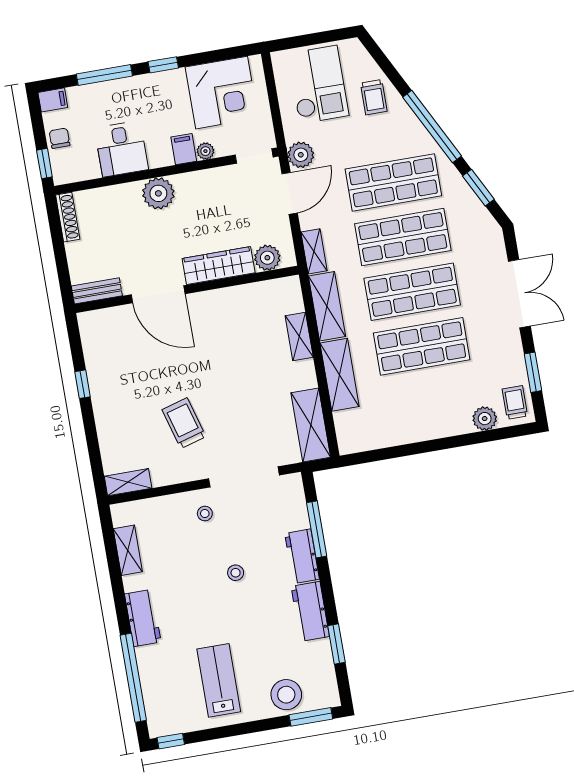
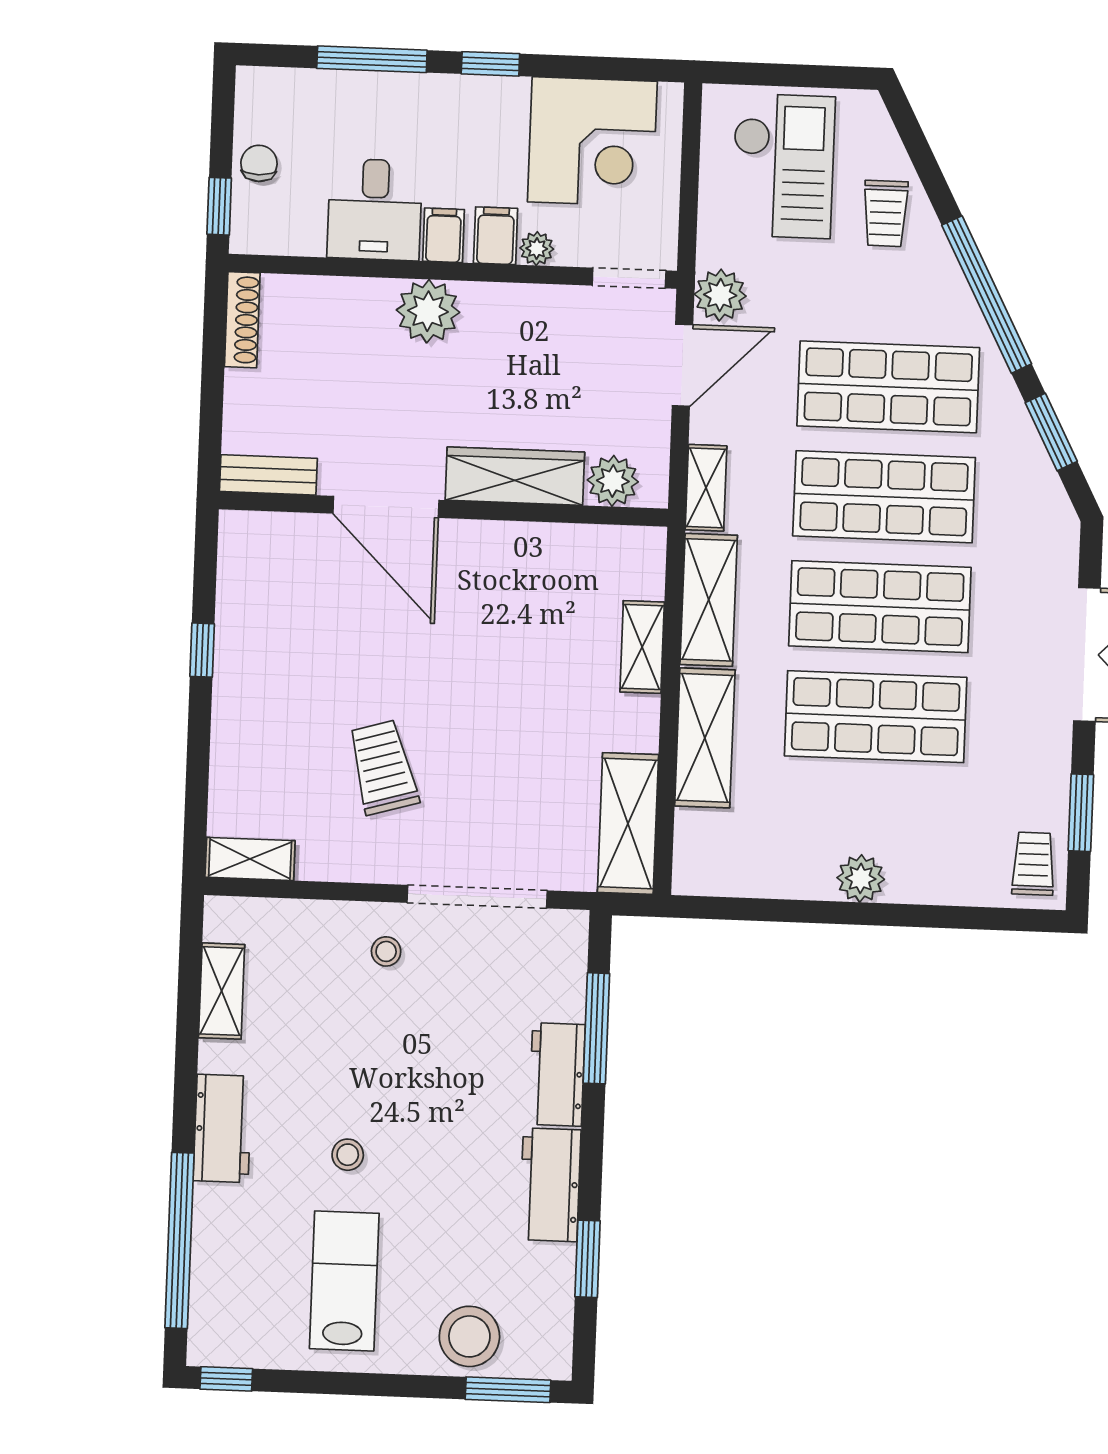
filing cabinet: (53, 100) -> (444, 235), moved, turned -90
plant: (485, 419) -> (861, 878), moved
stool: (236, 573) -> (348, 1155), moved

